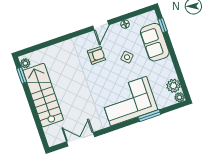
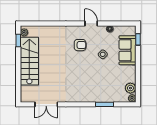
door: (101, 25) -> (91, 23), swing flipped
corner sofa: (129, 101) -> (92, 88), removed
double door: (81, 139) -> (46, 104), swing flipped

